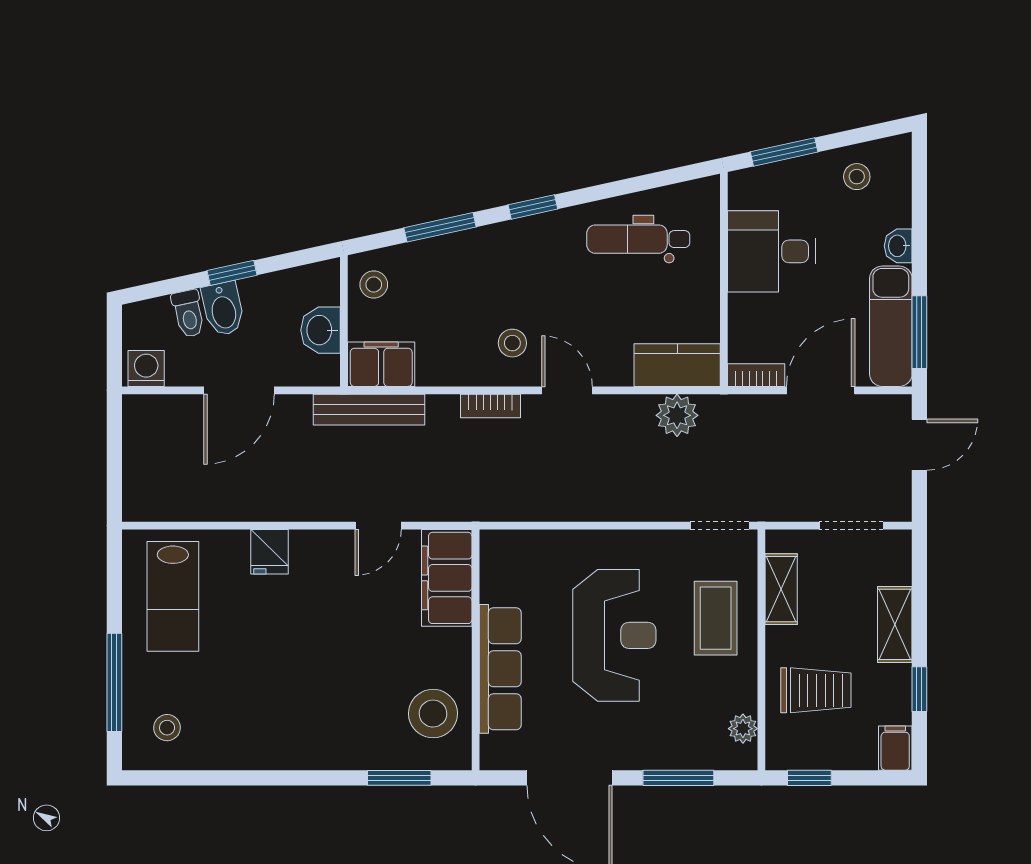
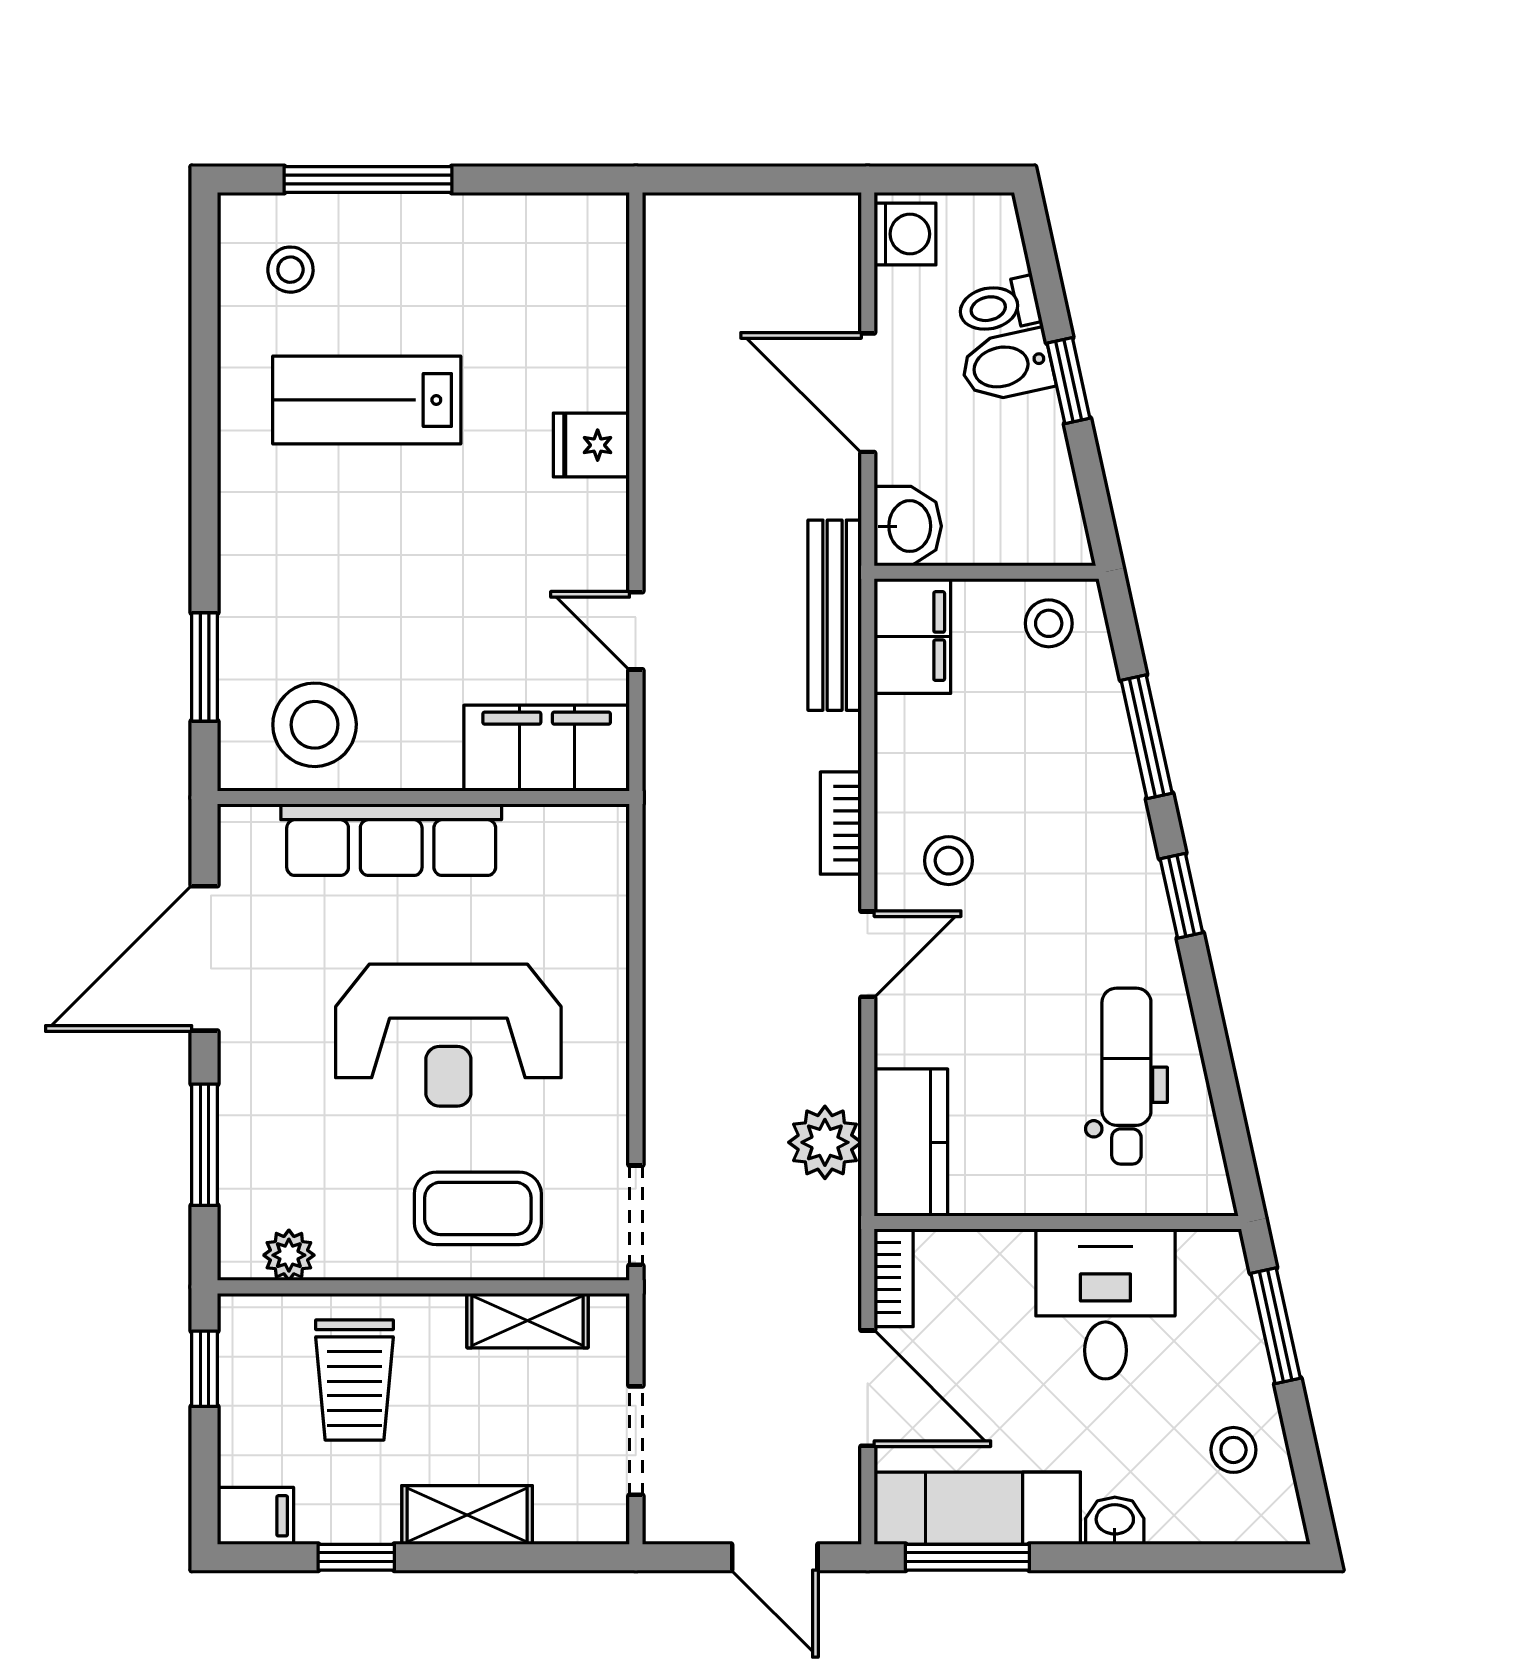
washbasin: (320, 330) -> (908, 526), moved, turned 90
lab bench: (173, 596) -> (367, 400), moved

